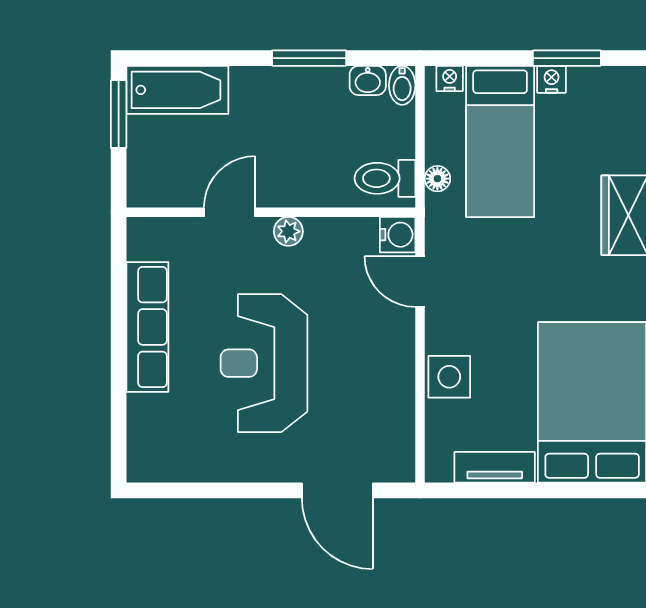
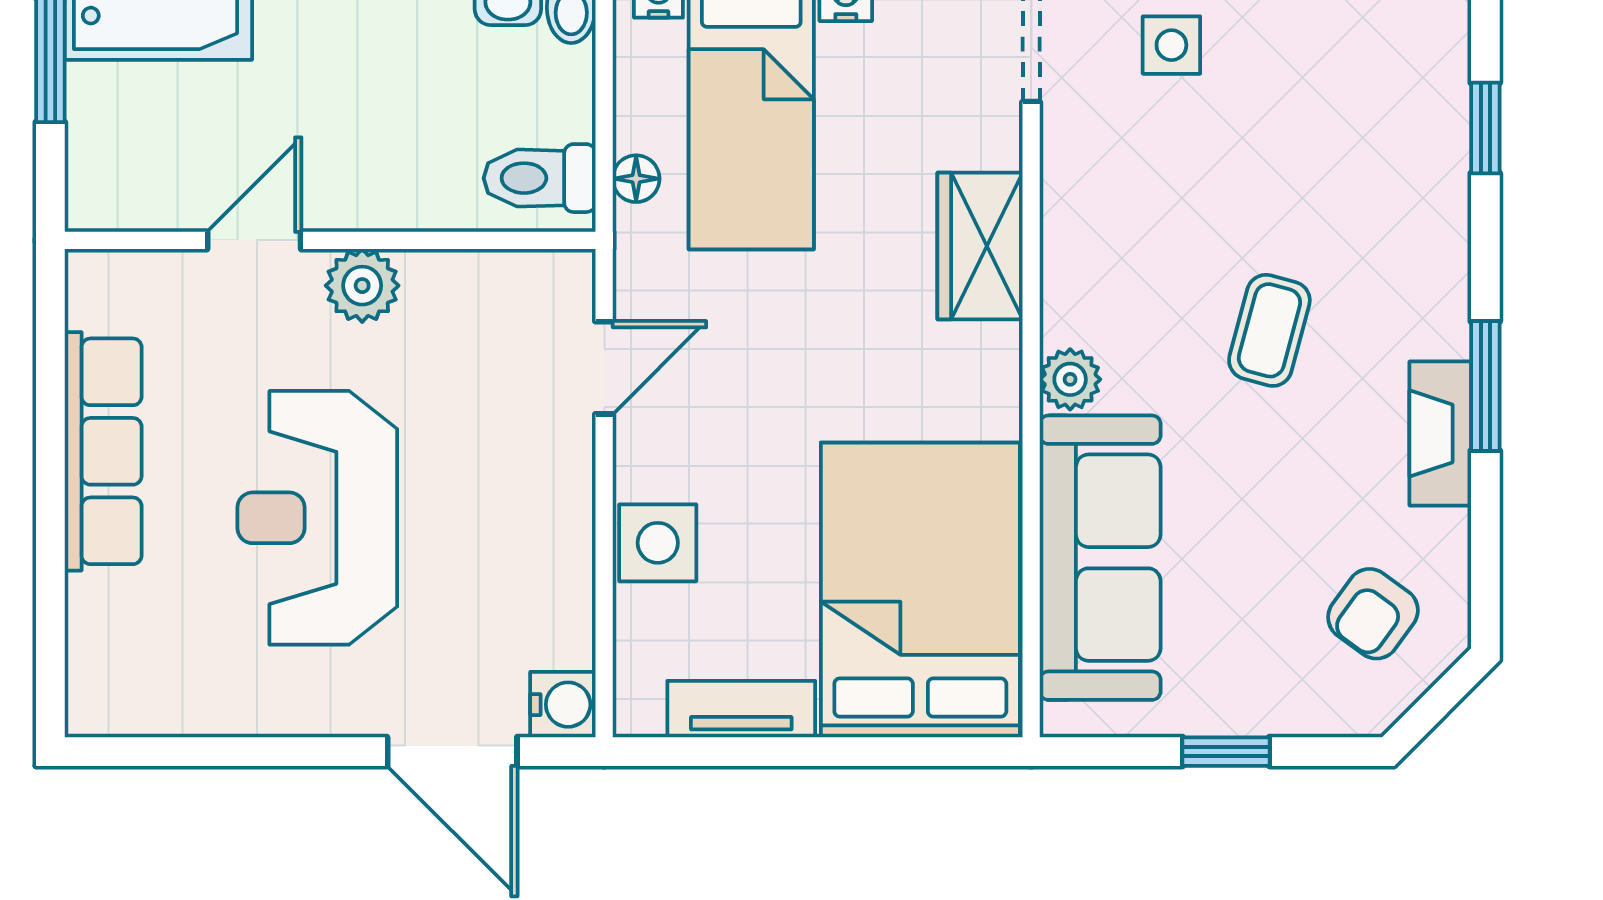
plant: (288, 231) -> (362, 286), width x1.38, depth x1.38
water cooler: (398, 235) -> (563, 705), moved
door: (420, 282) -> (604, 368), swing flipped

